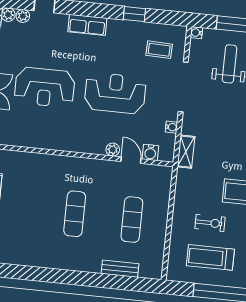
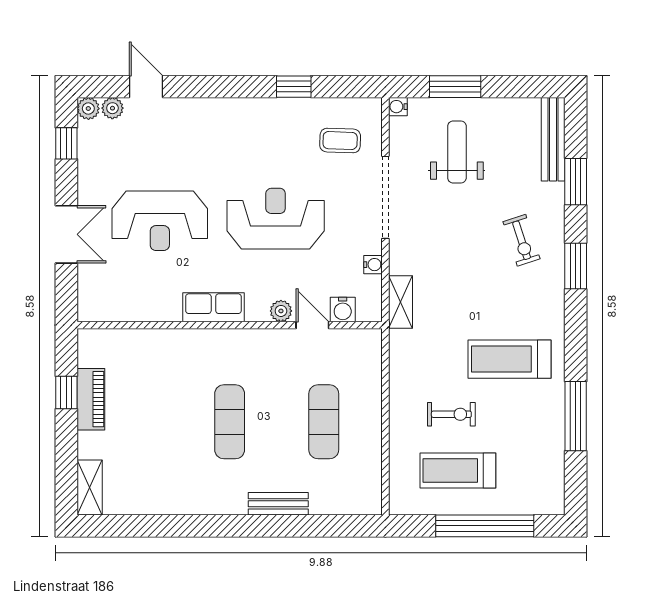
row of seats: (87, 25) -> (213, 307), moved, turned 180
bench: (120, 269) -> (278, 504), moved

